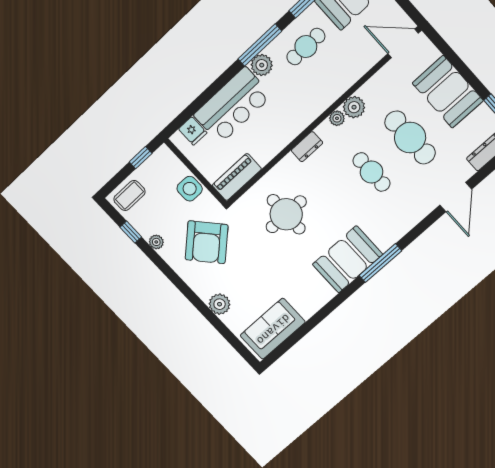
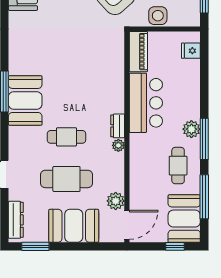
bar counter: (233, 105) -> (146, 103), moved, turned 180
plant: (354, 107) -> (116, 201), moved
dresser: (307, 147) -> (118, 126), moved
round table: (286, 214) -> (88, 61), removed
booth: (347, 259) -> (25, 100), moved

